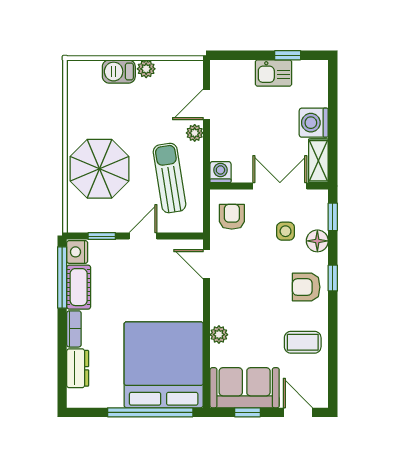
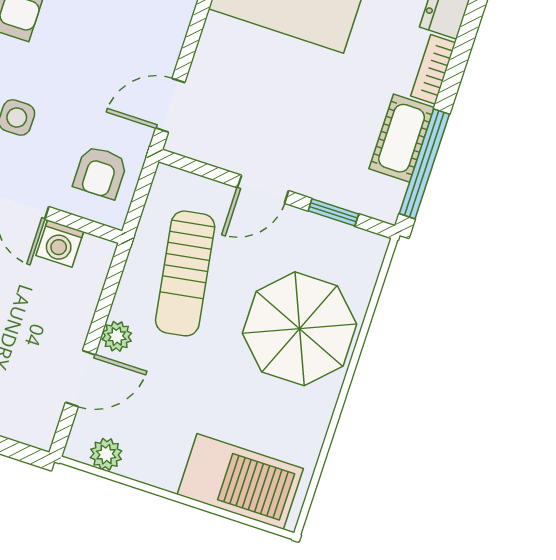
plant: (146, 69) -> (106, 454), moved
barbecue: (119, 72) -> (240, 481), width x1.88, depth x1.53
washing machine: (220, 172) -> (60, 244), moved
nightstand: (77, 252) -> (384, 199), removed
door: (207, 264) -> (170, 105), swing flipped

